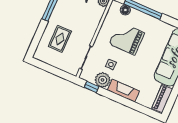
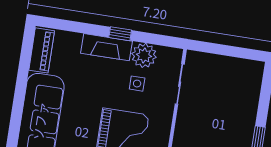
rug: (60, 39) -> (229, 103), removed
window: (92, 87) -> (120, 34), moved

